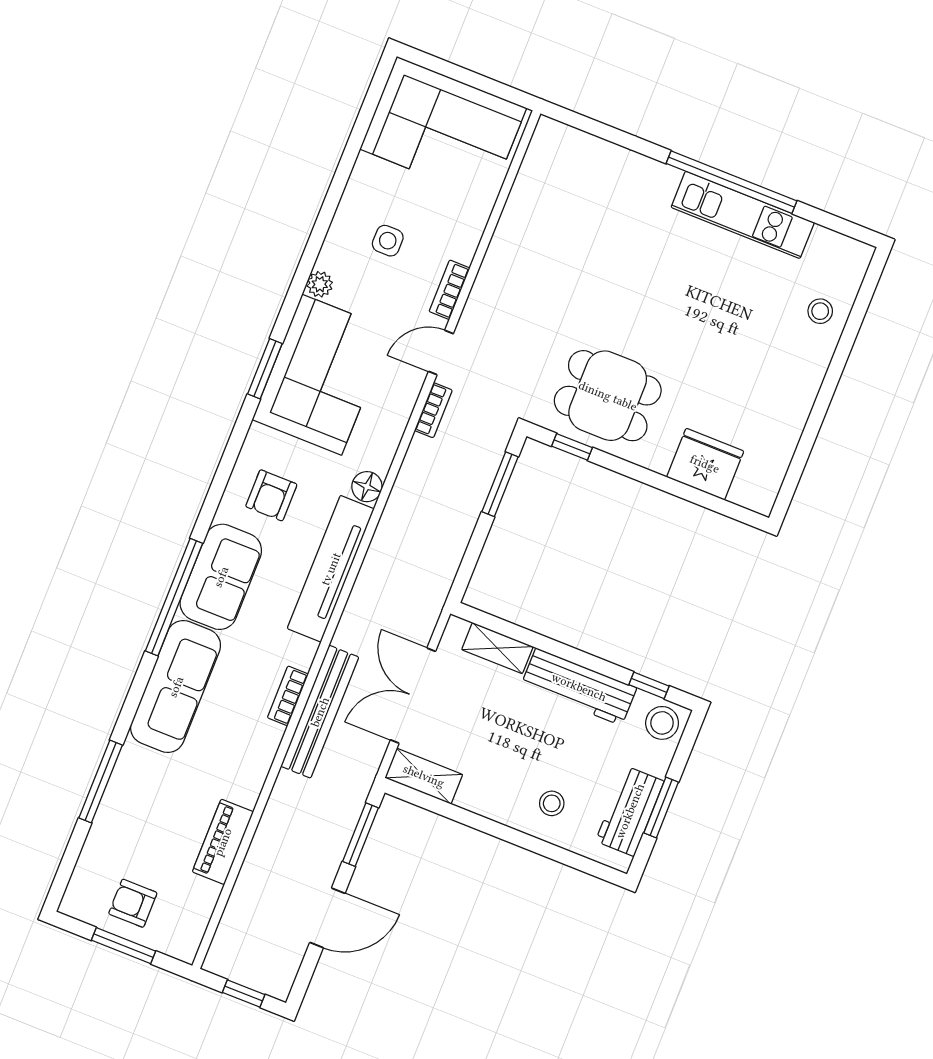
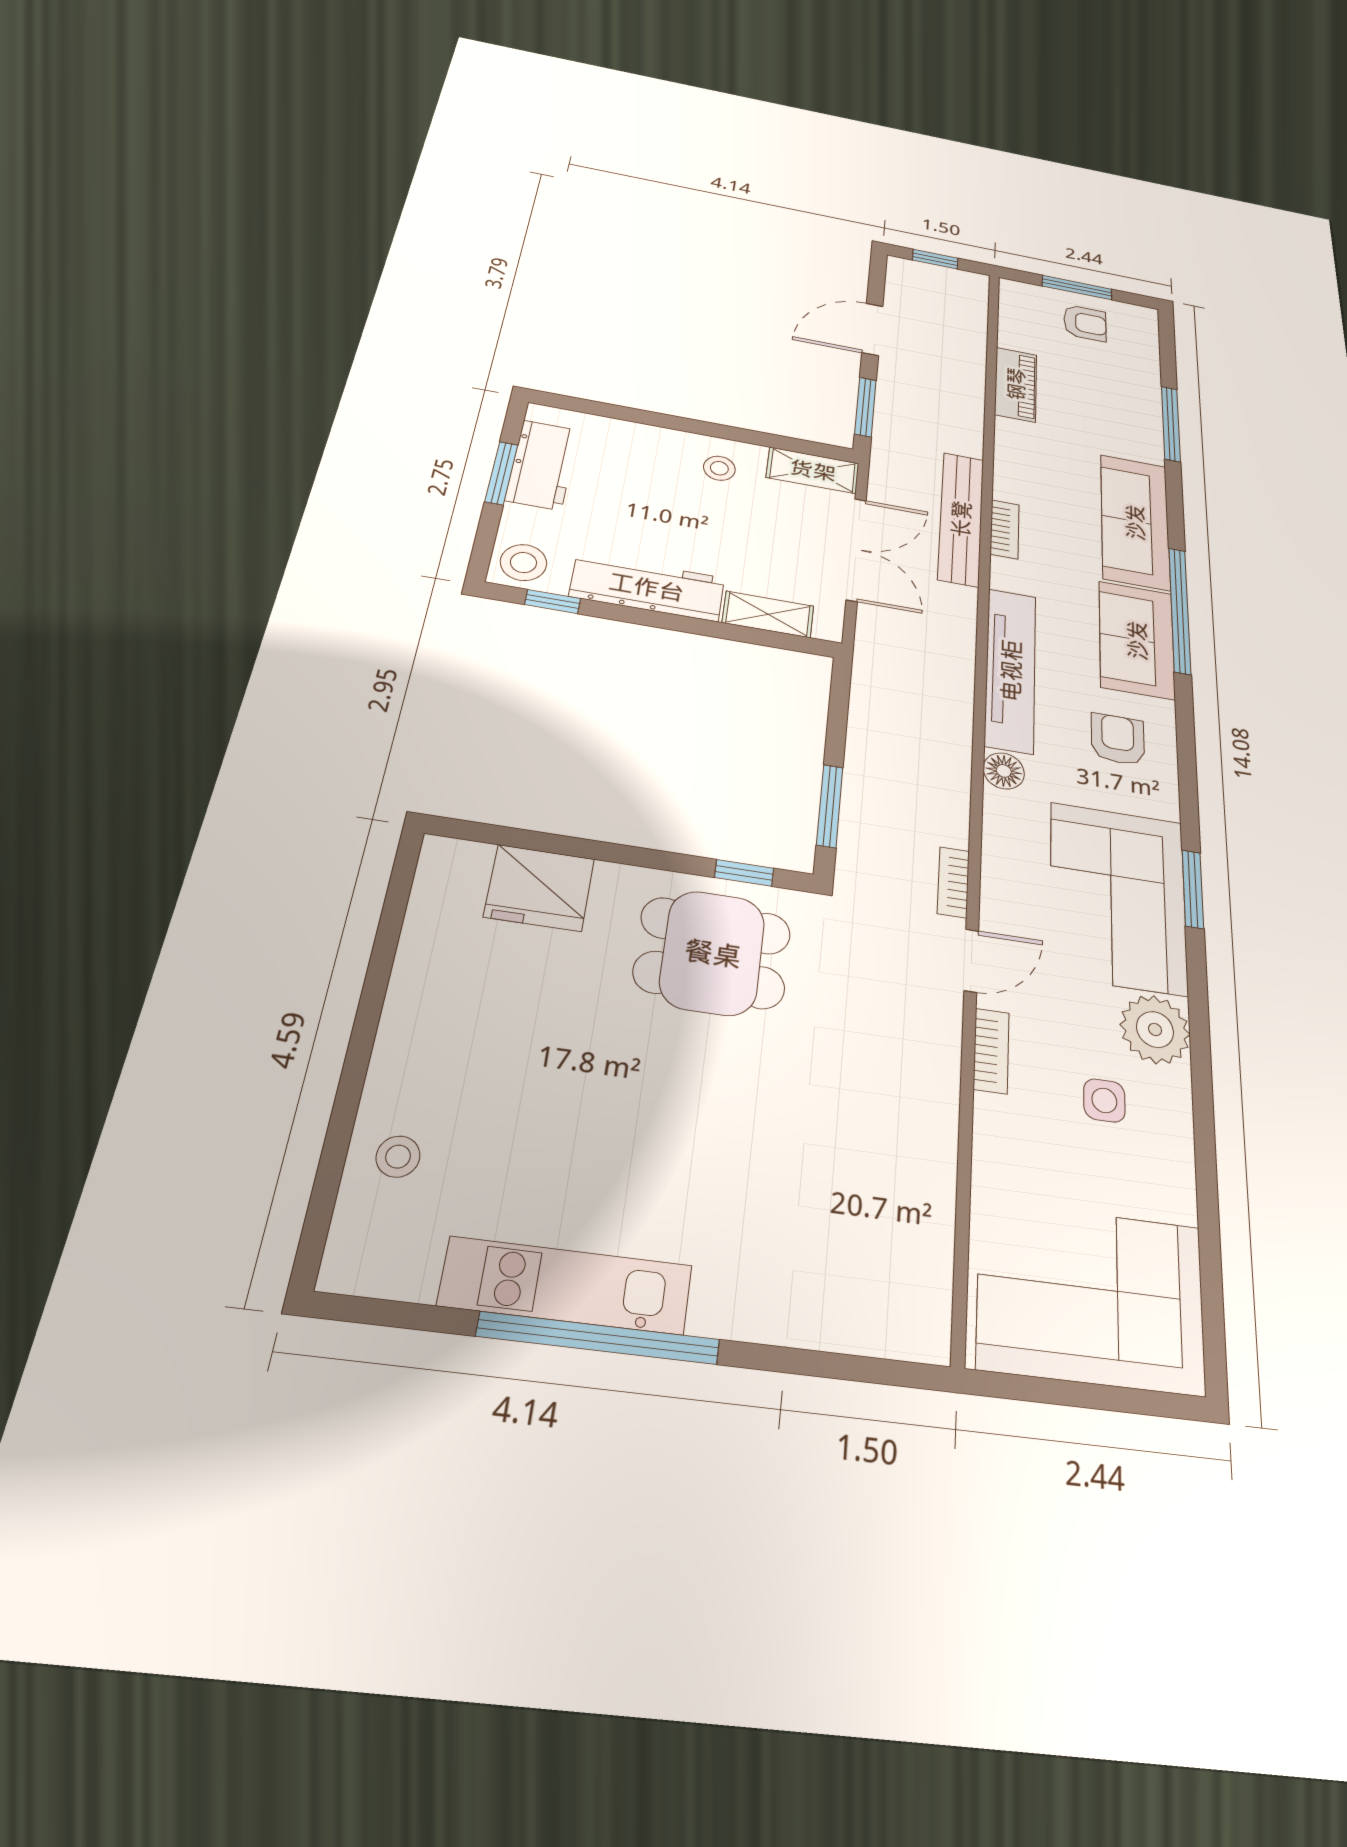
plant: (320, 284) -> (1155, 1029), width x1.88, depth x1.88
stool: (552, 803) -> (719, 468), moved

